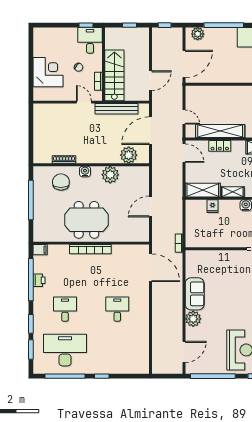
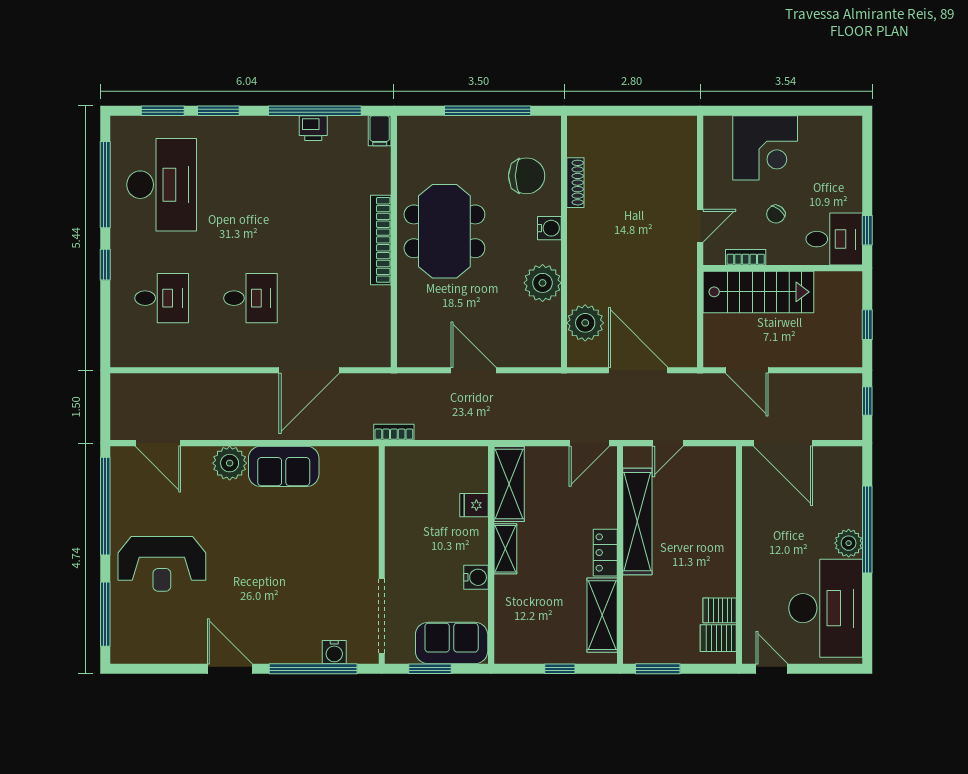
plant: (198, 34) -> (849, 543), moved
bench: (117, 109) -> (686, 297), removed
locker: (220, 146) -> (605, 553), moved
door: (150, 268) -> (309, 370), moved
desk: (65, 309) -> (162, 298), moved

